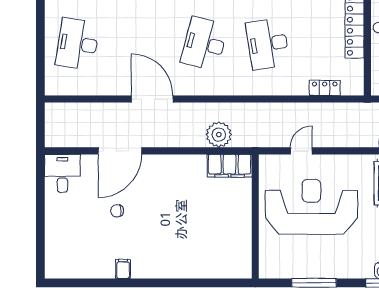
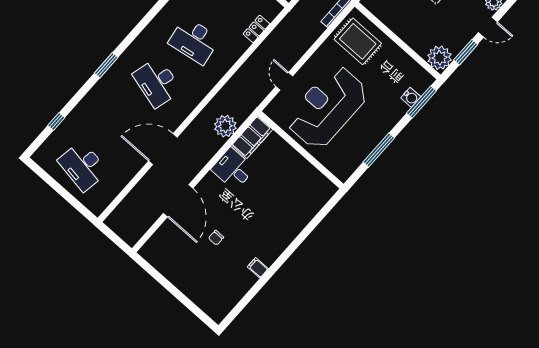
desk: (62, 173) -> (233, 169), moved

